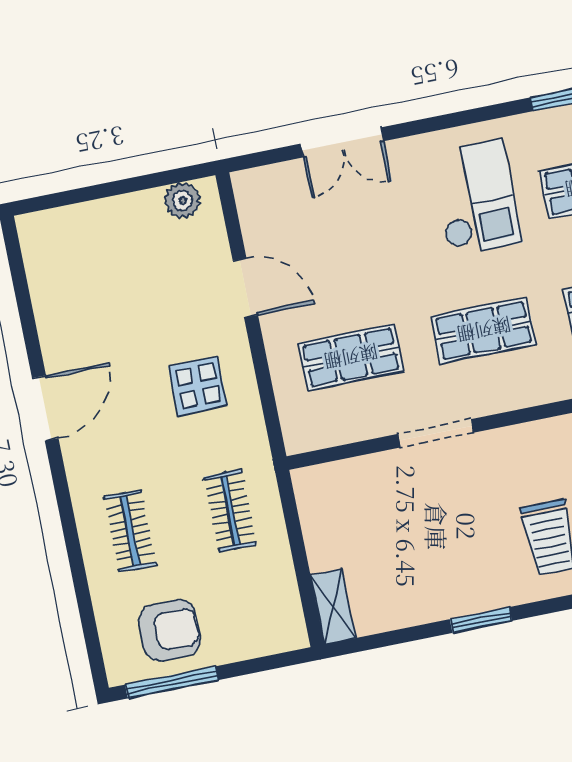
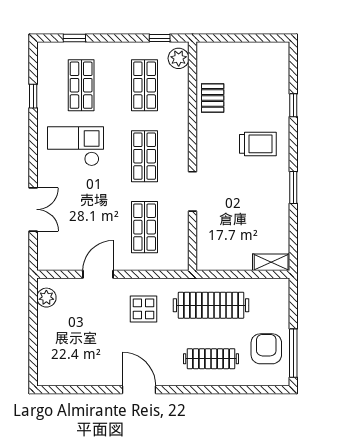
clothes rail: (230, 511) -> (211, 305), width x1.86, depth x1.31
clothes rail: (130, 531) -> (211, 359), width x1.36

